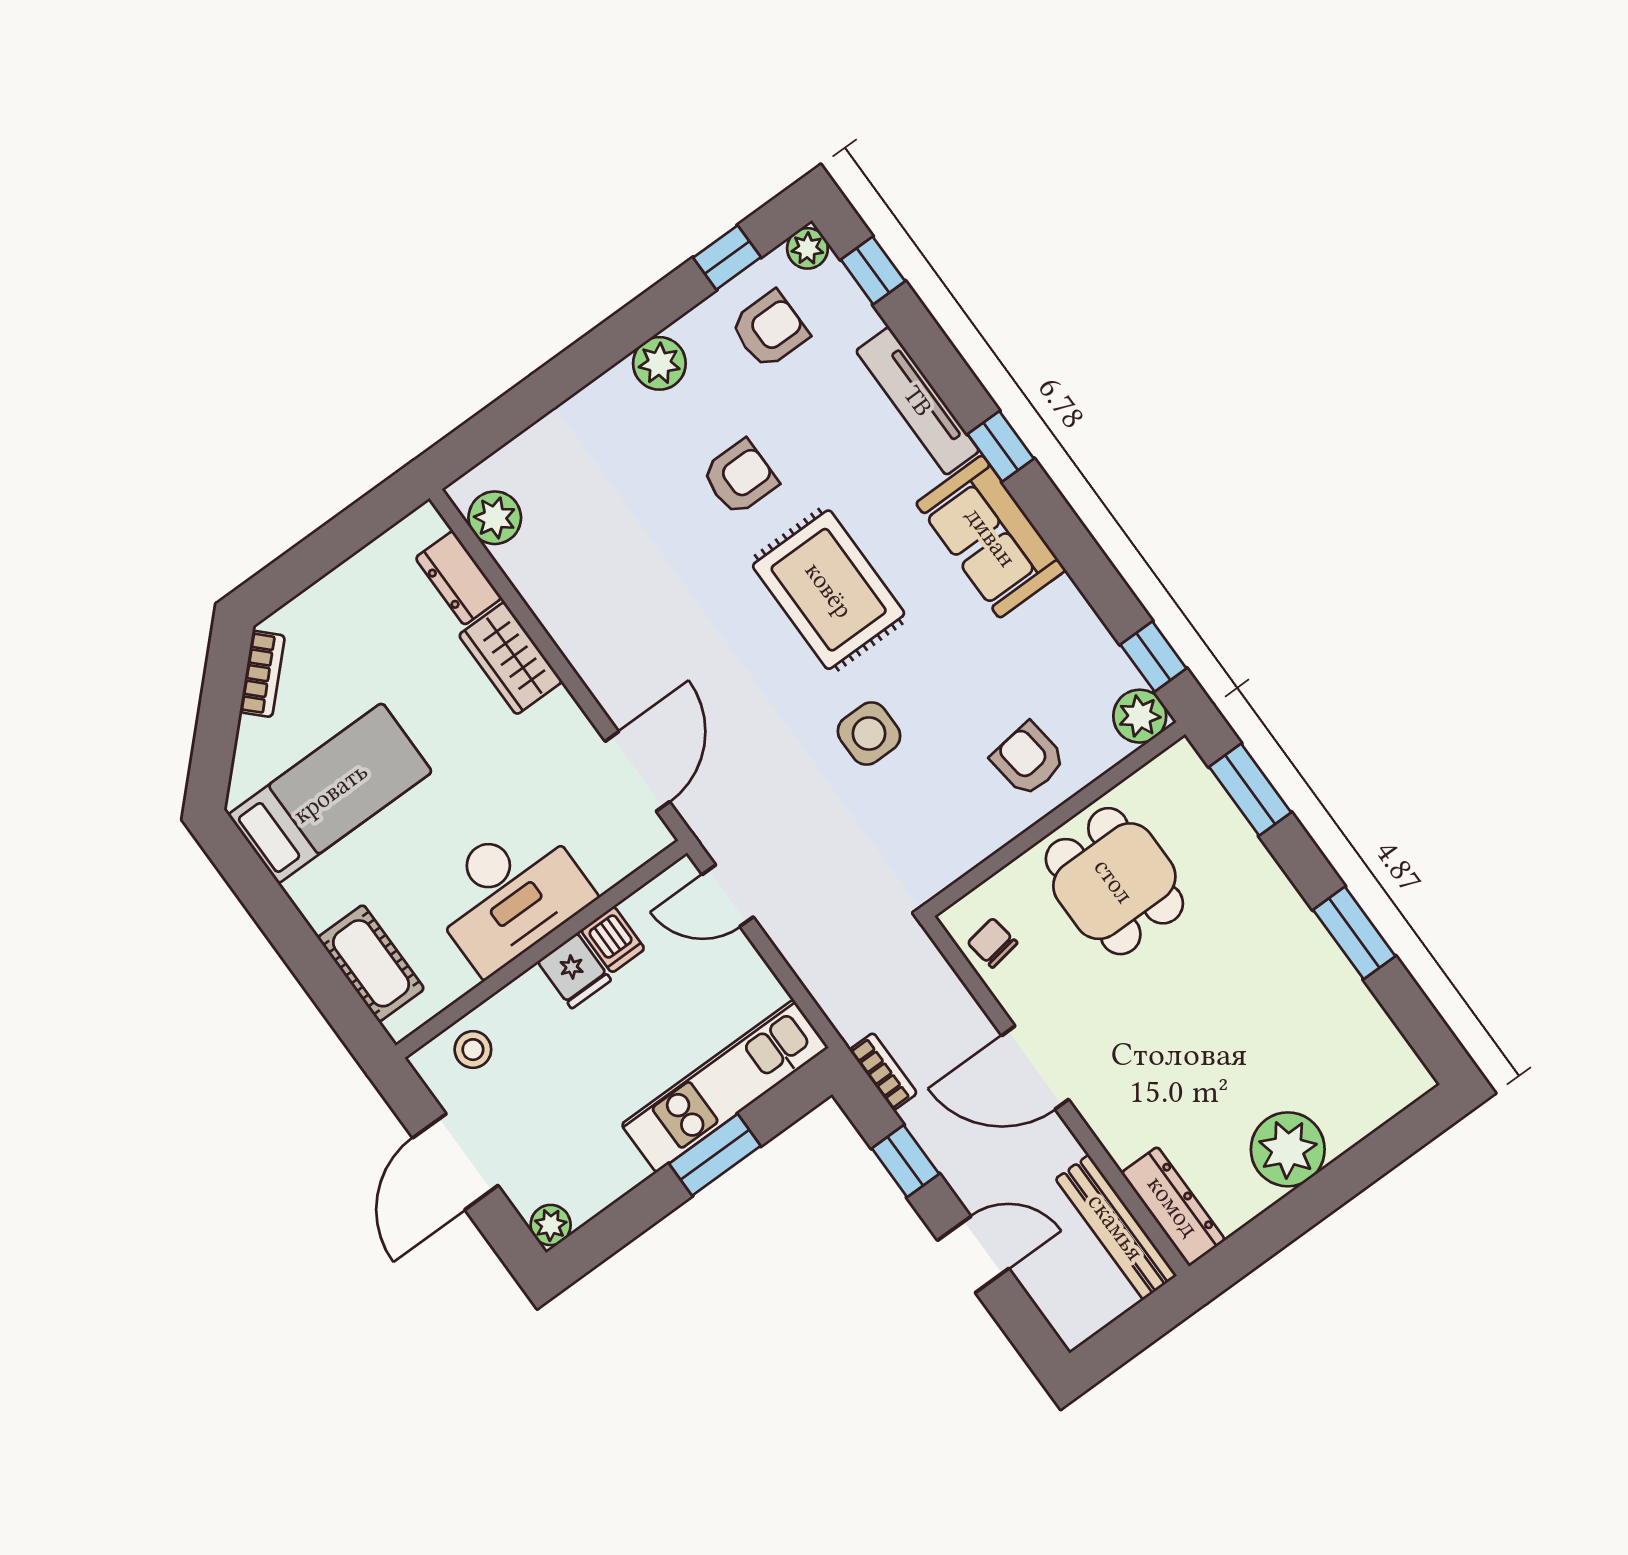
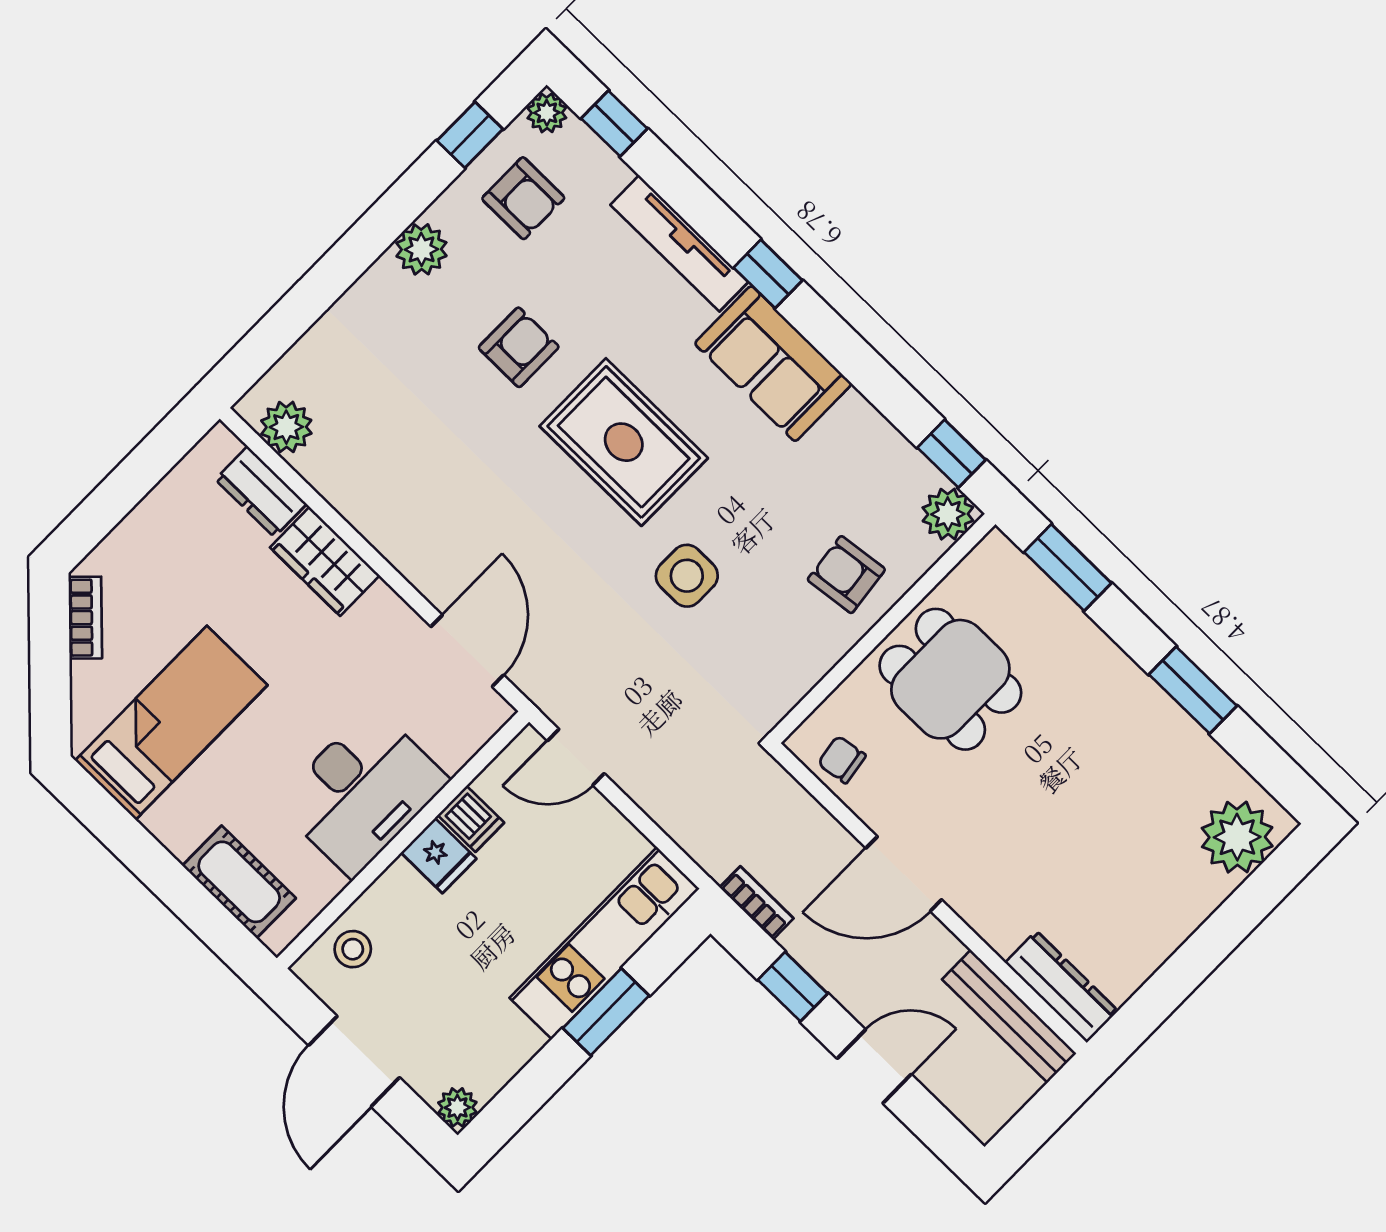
armchair: (770, 330) -> (523, 198), turned 90
plant: (1288, 1149) -> (1237, 837), moved

